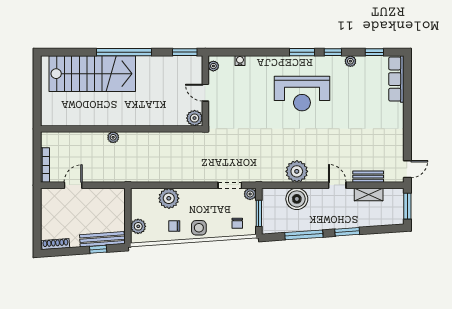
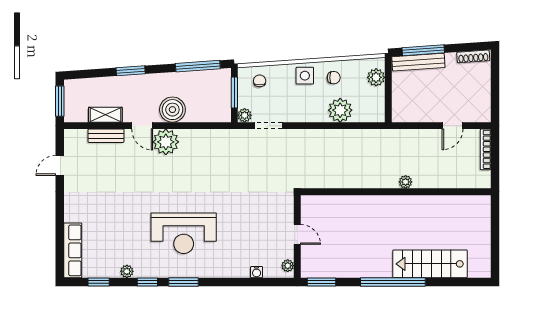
stairs: (92, 74) -> (430, 264), width x0.73, depth x0.66
reception desk: (302, 94) -> (184, 233), turned 180
plant: (195, 118) -> (310, 205), removed
door: (407, 169) -> (60, 165), moved
plant: (297, 171) -> (166, 142), moved
boiler: (297, 199) -> (172, 110), moved
window: (304, 235) -> (198, 66), moved
window: (98, 249) -> (423, 50), width x2.17

